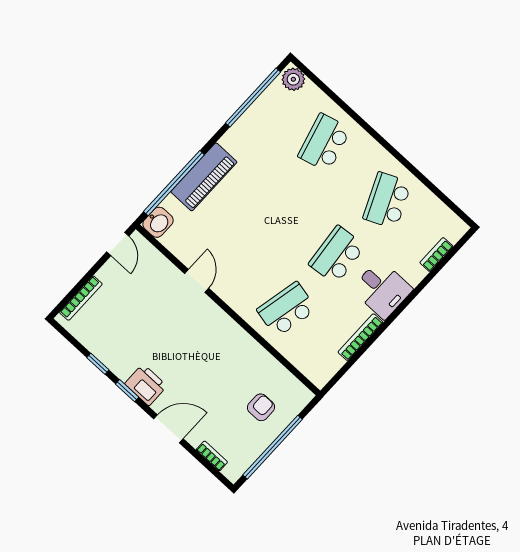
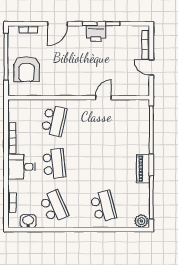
piano: (204, 177) -> (143, 169), moved, width x0.73, depth x0.75
washbasin: (158, 222) -> (28, 221), moved, turned 90
door: (118, 244) -> (151, 67), moved
door: (197, 281) -> (103, 98), swing flipped
printer: (146, 385) -> (96, 34), moved
armchair: (261, 407) -> (27, 69), width x1.88, depth x1.88

